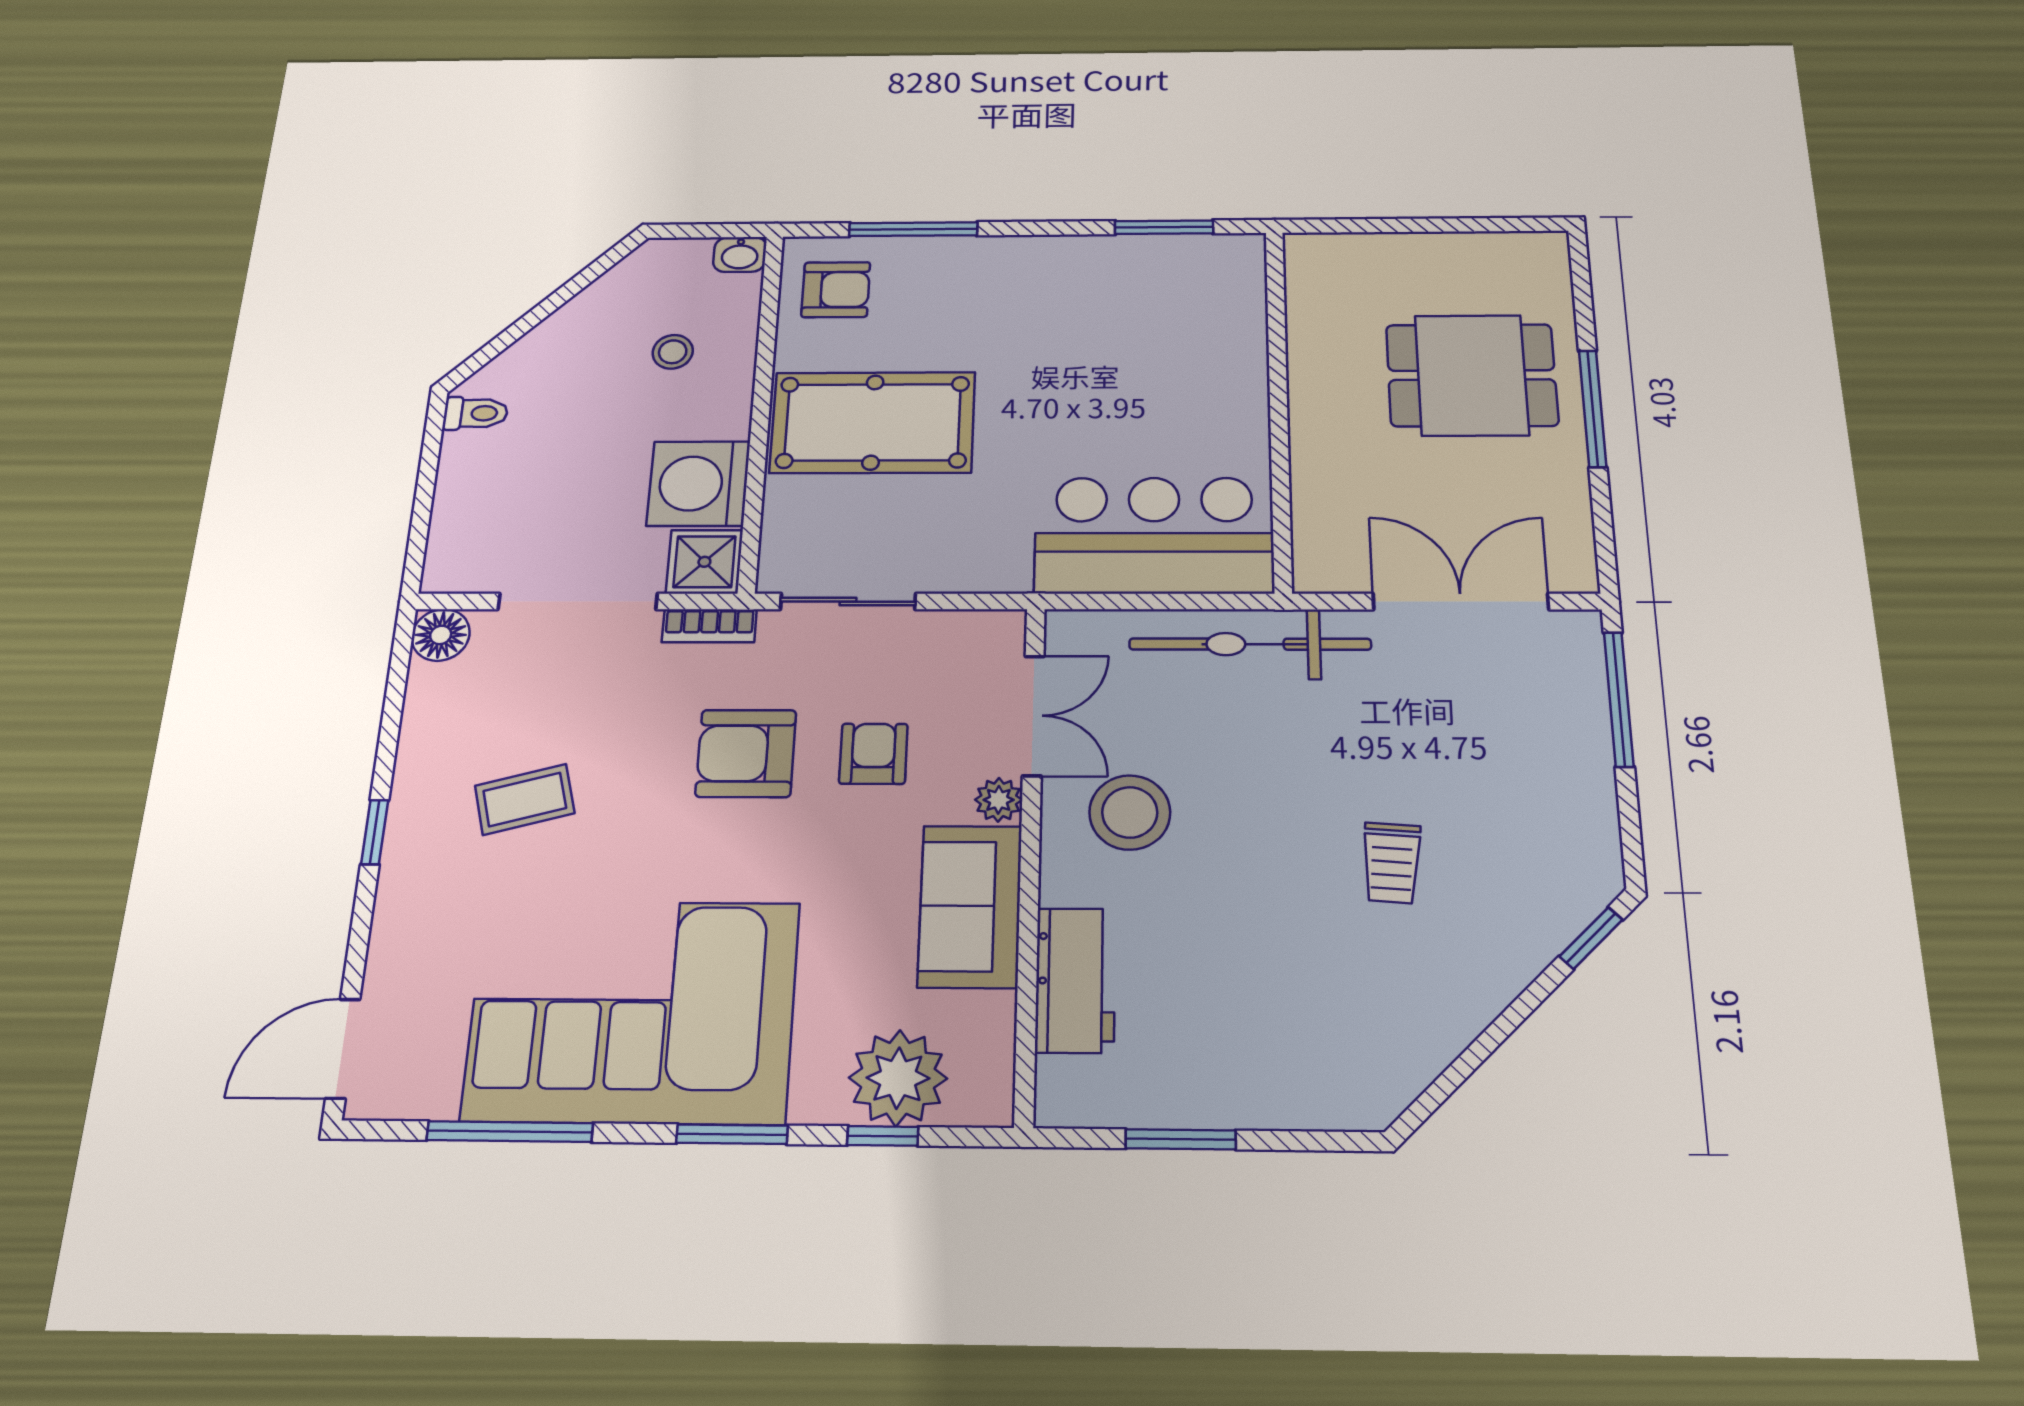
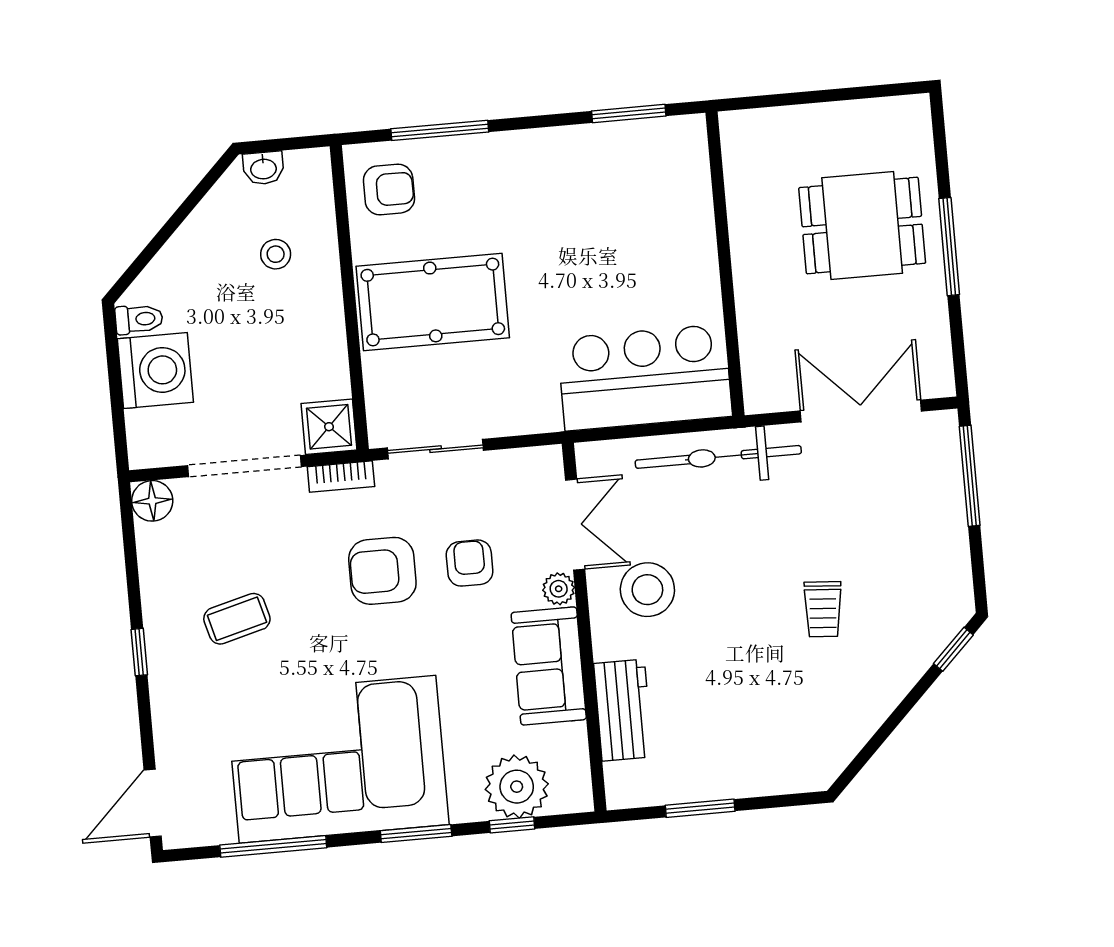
washbasin: (740, 254) -> (263, 168), moved
washing machine: (699, 484) -> (155, 371), moved, turned 180

